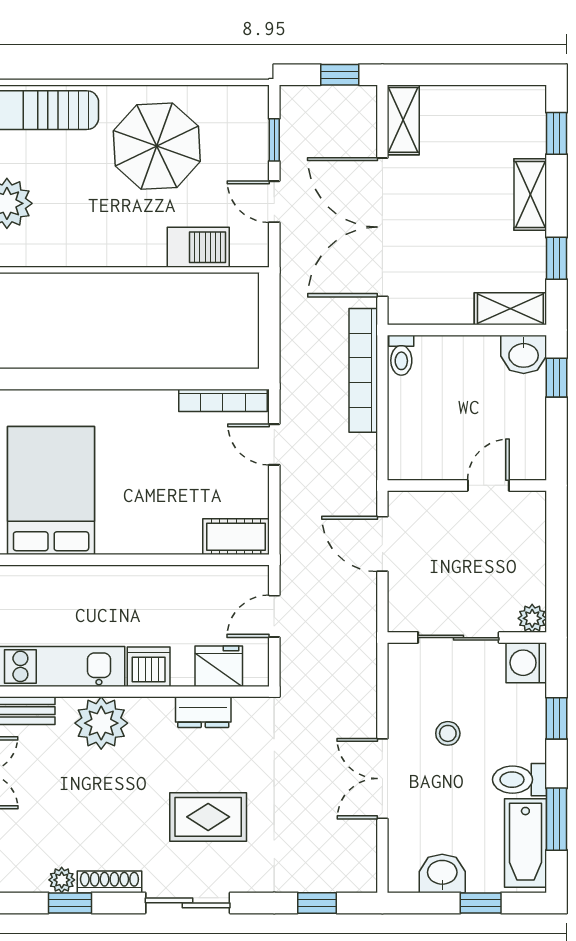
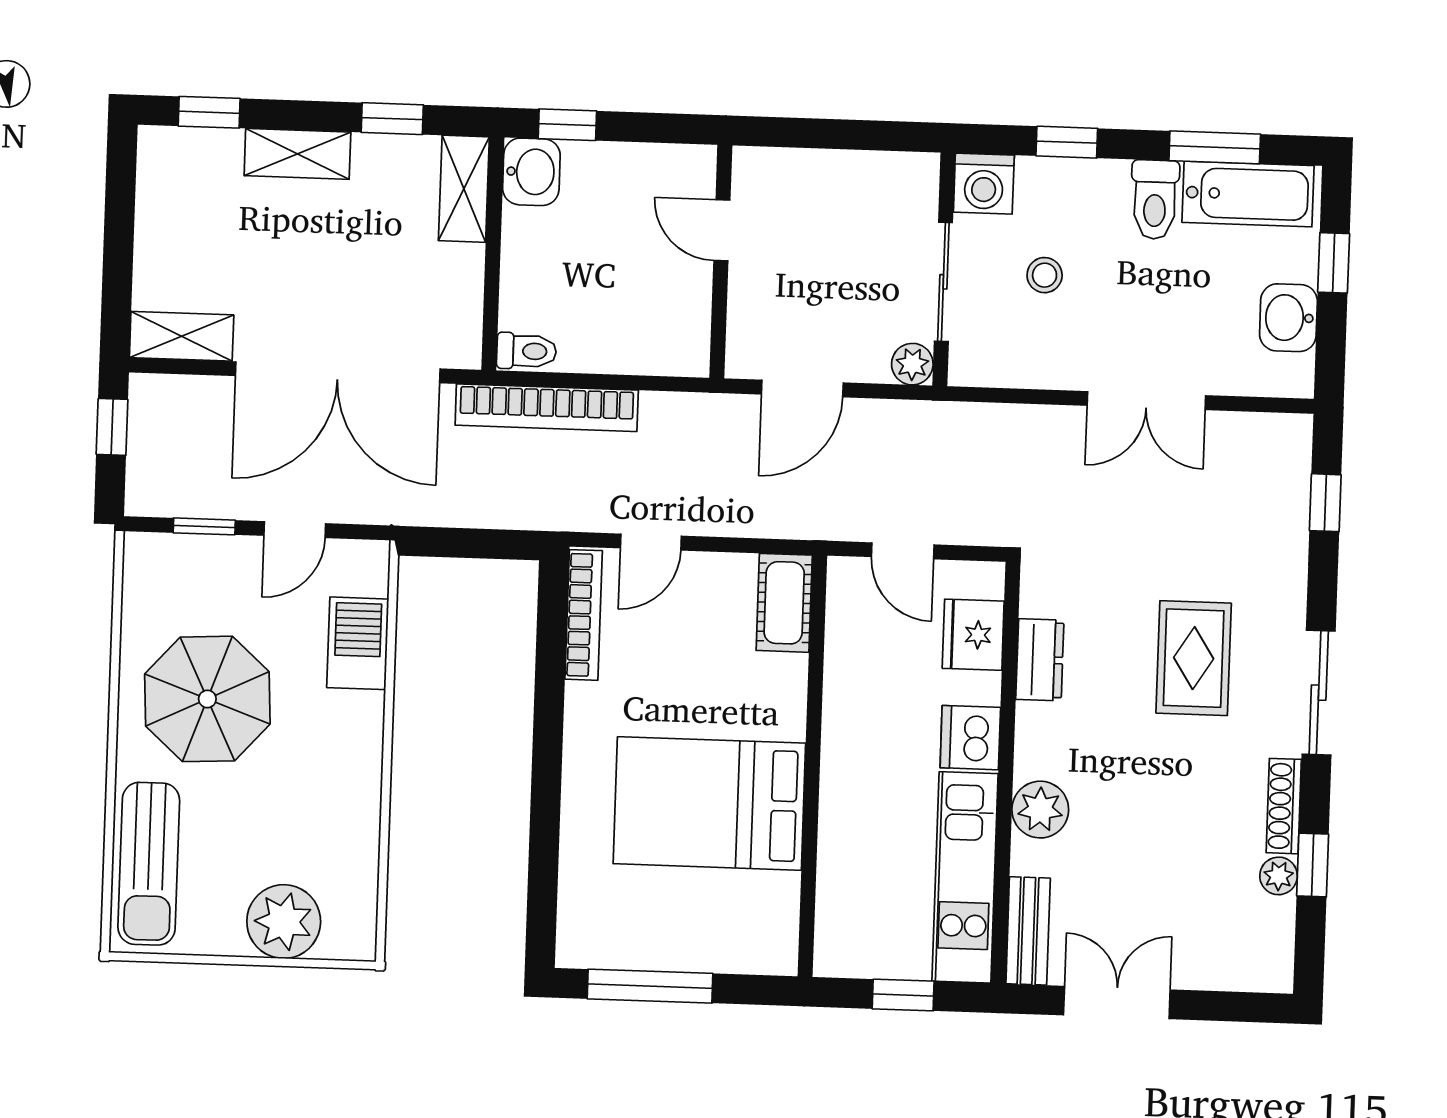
bed: (51, 491) -> (709, 803), moved
plant: (532, 618) -> (912, 364), moved
plant: (101, 723) -> (1040, 810), width x0.73, depth x0.73
stool: (448, 733) -> (1045, 275), moved

